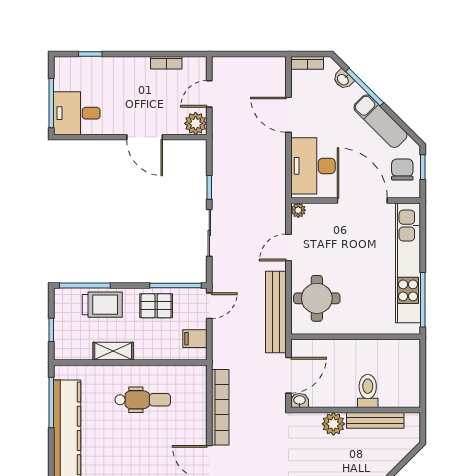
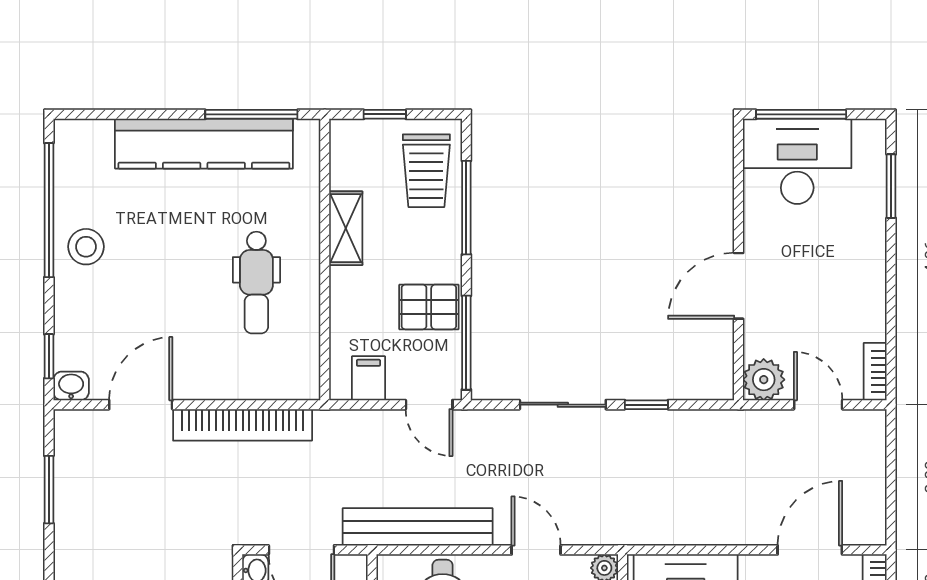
window: (90, 54) -> (891, 186), width x1.50
bookcase: (166, 63) -> (875, 372), moved
desk: (77, 113) -> (797, 161), width x1.37
door: (288, 115) -> (810, 550), moved
window: (85, 285) -> (466, 208), moved
trolley: (102, 305) -> (426, 171), moved
pallet: (156, 306) -> (429, 307), turned 90

